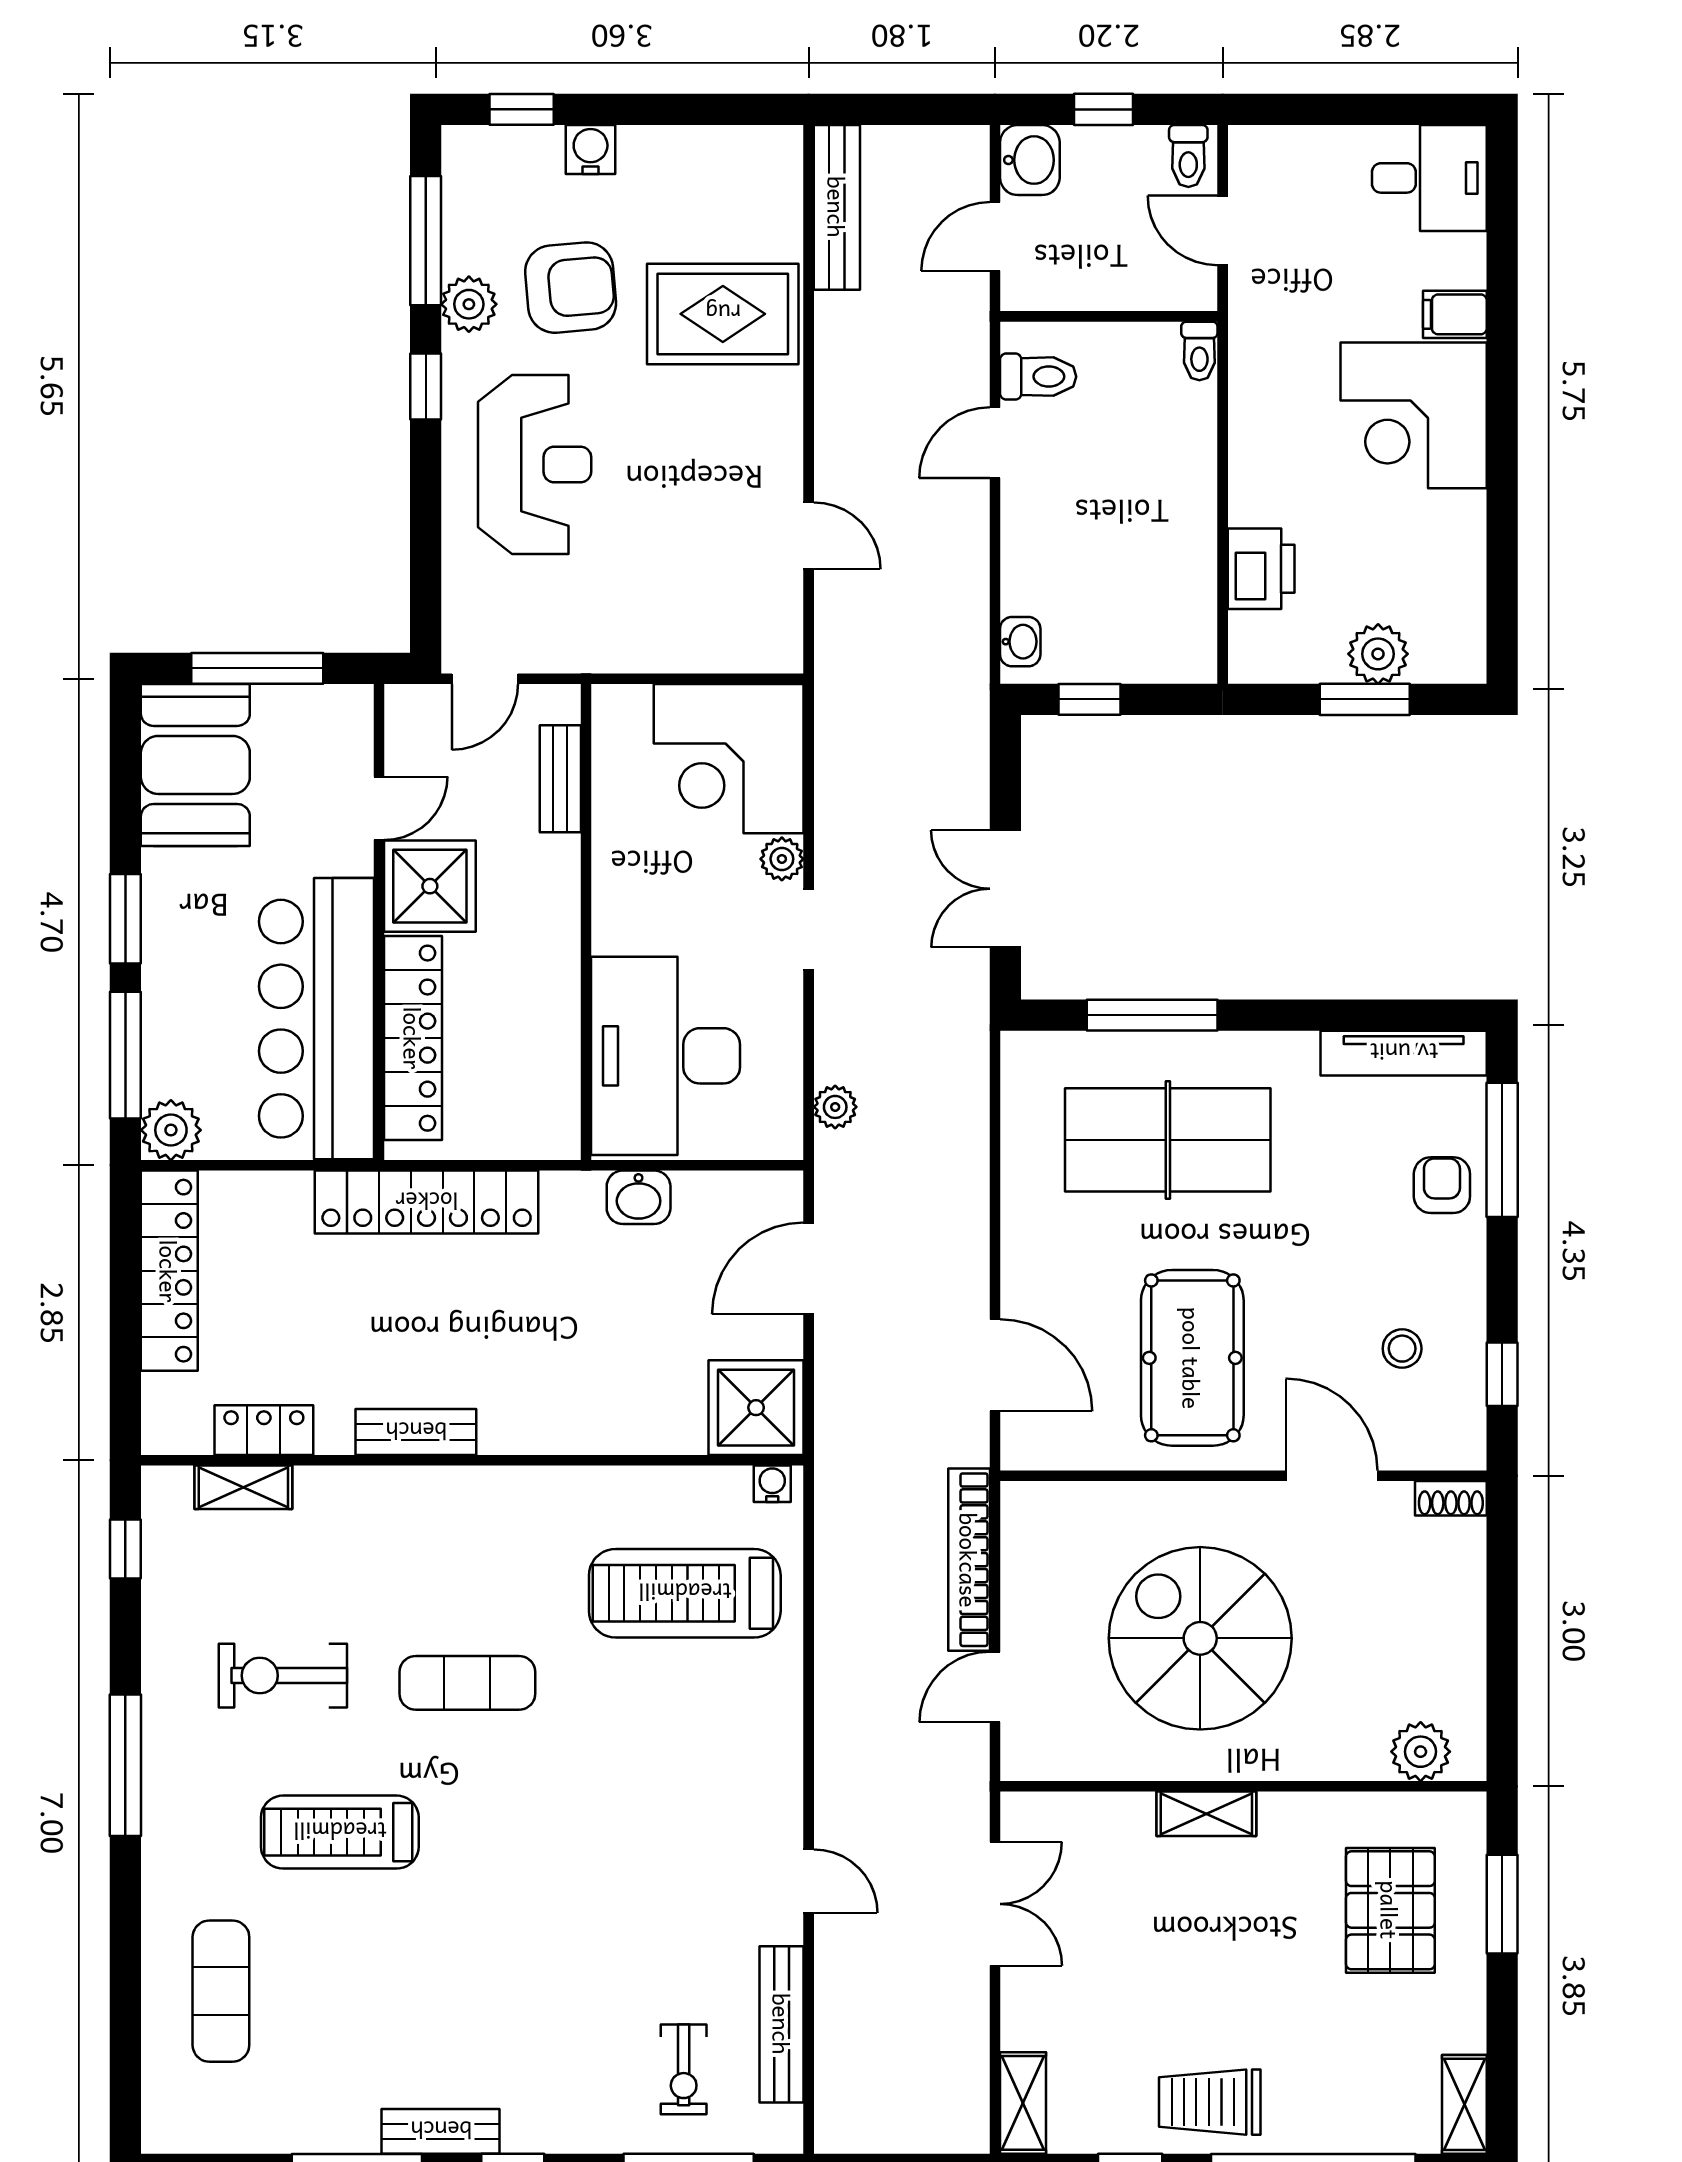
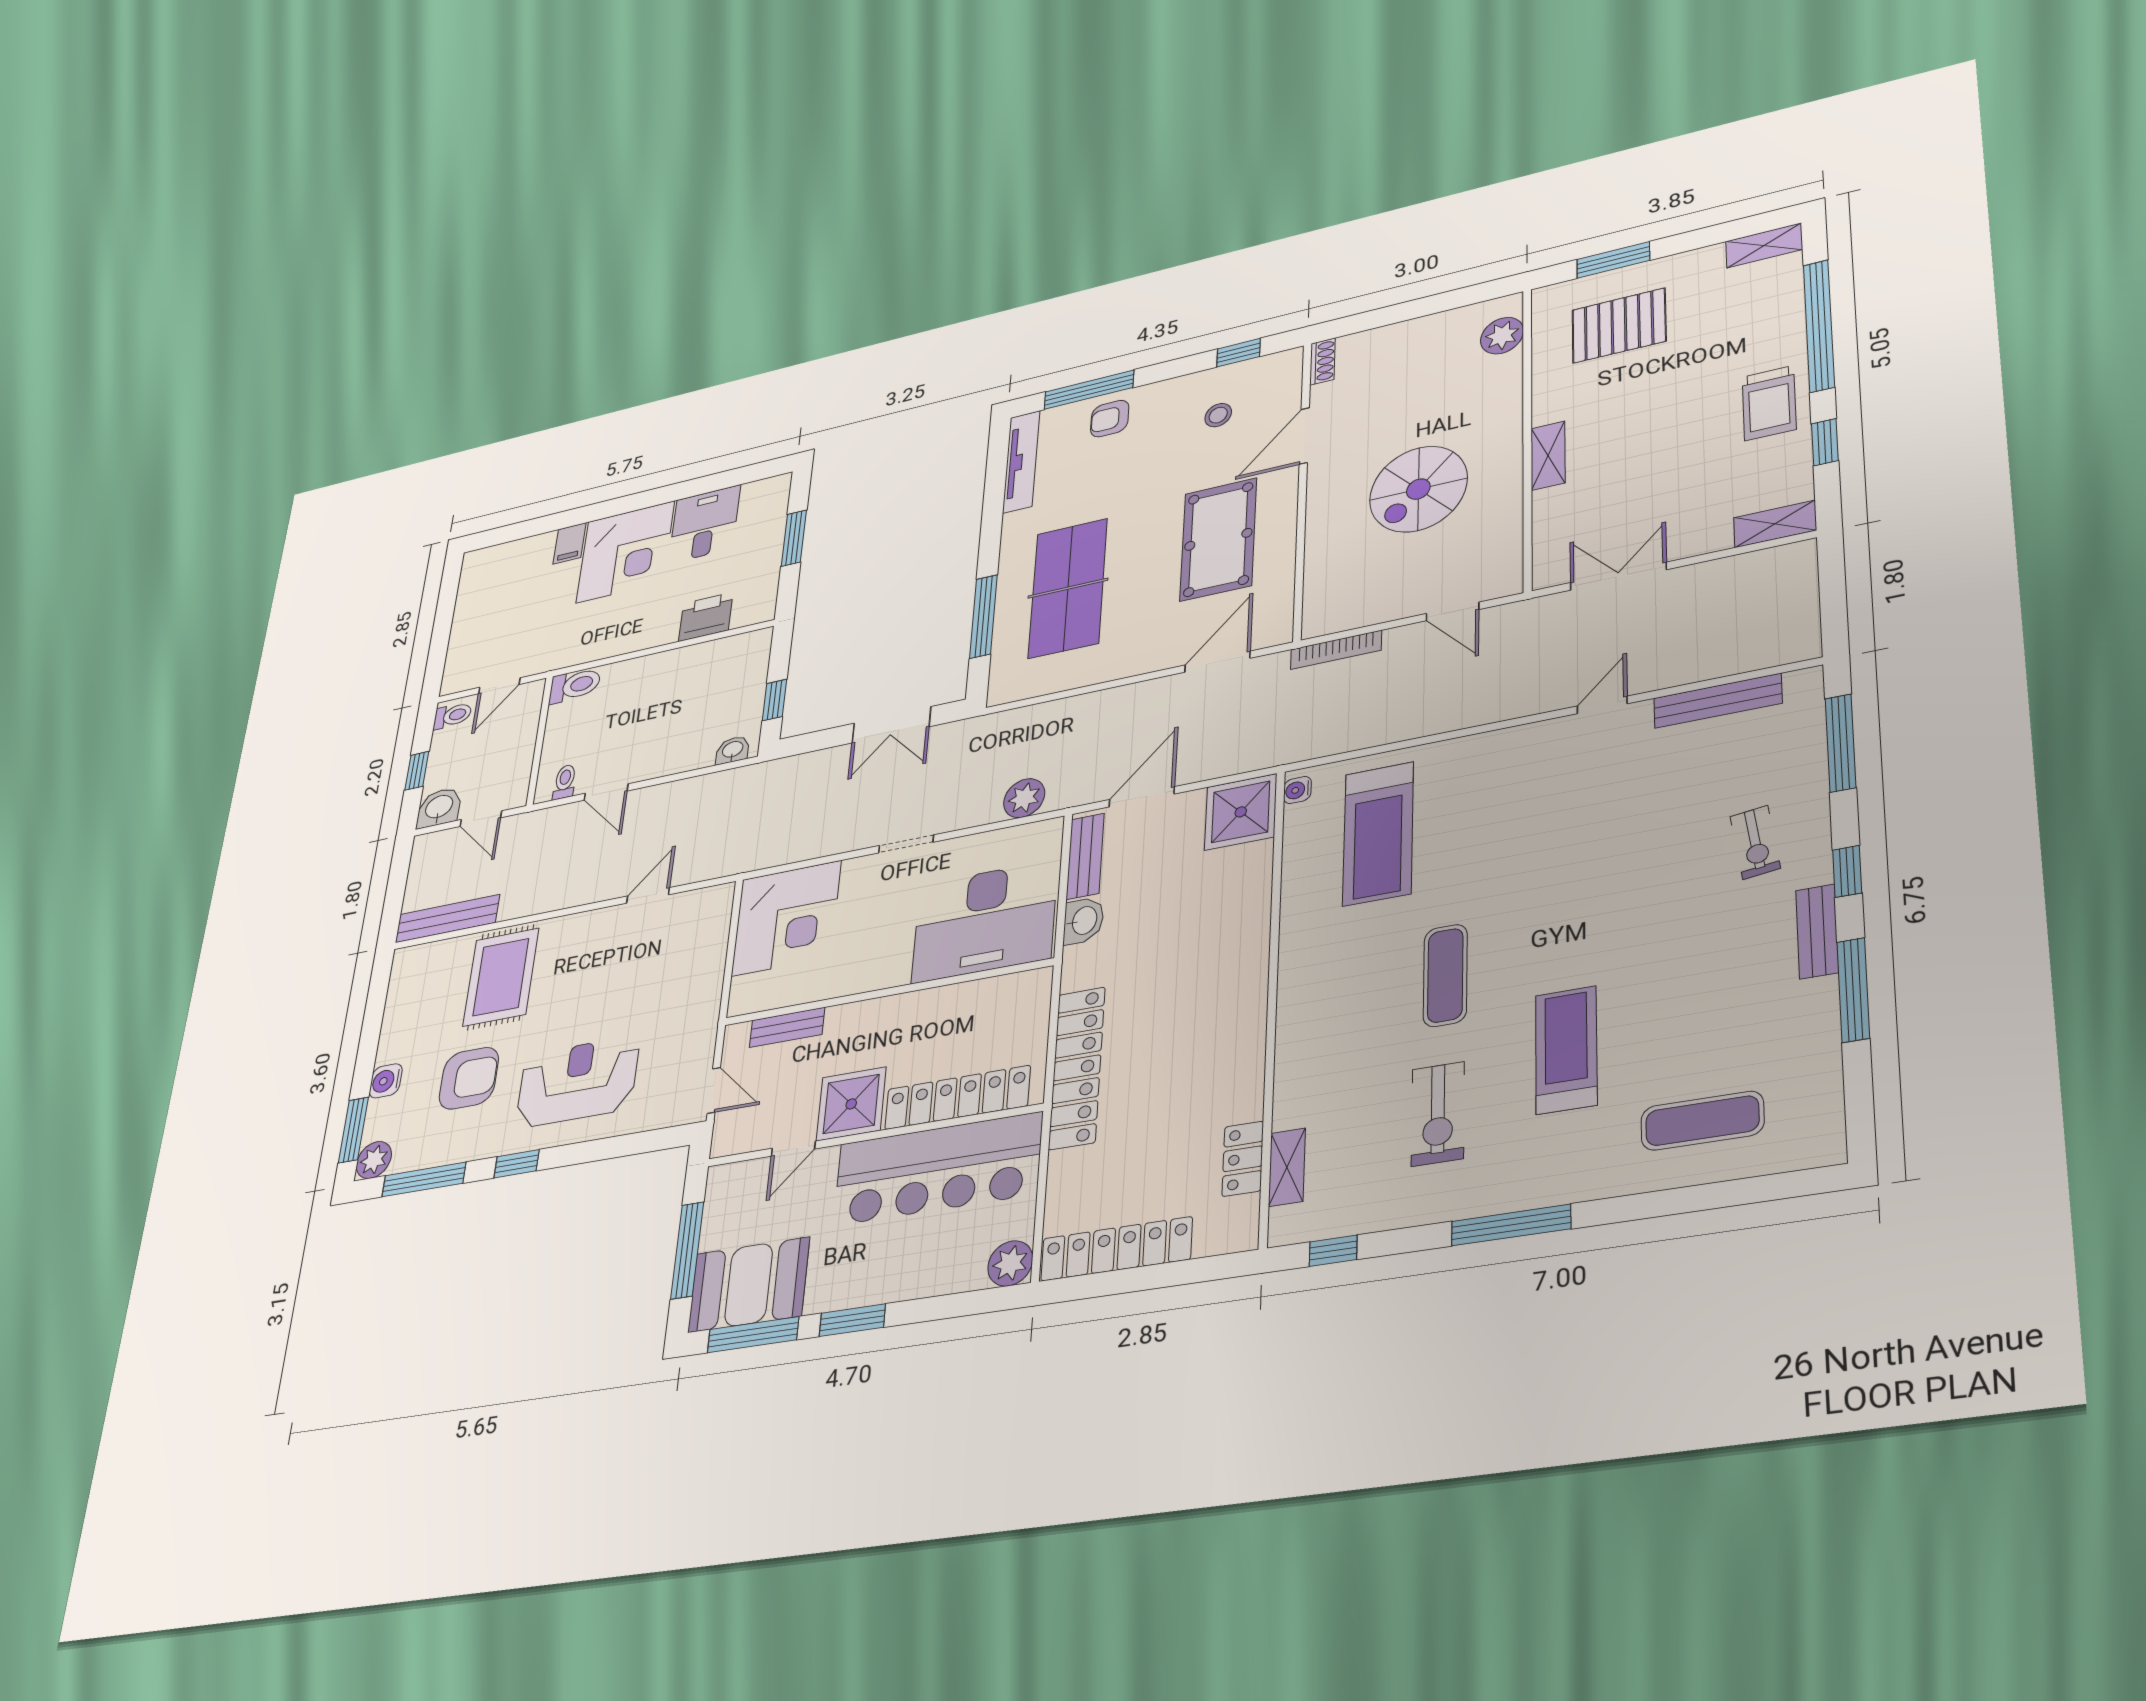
window: (522, 109) -> (353, 1130), width x1.50
desk: (1429, 178) -> (705, 524), moved
armchair: (571, 288) -> (469, 1078), turned 95
plant: (469, 304) -> (374, 1160), moved
toilet: (1199, 351) -> (575, 685), width x1.37, depth x1.39
toilet: (1038, 377) -> (565, 782), width x0.73, depth x0.72
plant: (1378, 654) -> (767, 537), removed
door: (379, 808) -> (793, 1149), swing flipped
plant: (782, 859) -> (857, 871), removed
window: (125, 1055) -> (753, 1335), moved
plant: (835, 1107) -> (1024, 798), width x1.38, depth x1.38
door: (809, 1268) -> (1142, 797), swing flipped
pool table: (1192, 1358) -> (1218, 539), turned 90
bench: (416, 1432) -> (1085, 856), moved
bookcase: (969, 1560) -> (1336, 650), width x0.68, depth x0.76
spiral stairs: (1200, 1638) -> (1418, 489), width x0.73, depth x0.73
treadmill: (340, 1832) -> (1566, 1050), turned 180
exercise bike: (684, 2069) -> (1755, 842), moved, turned 82

